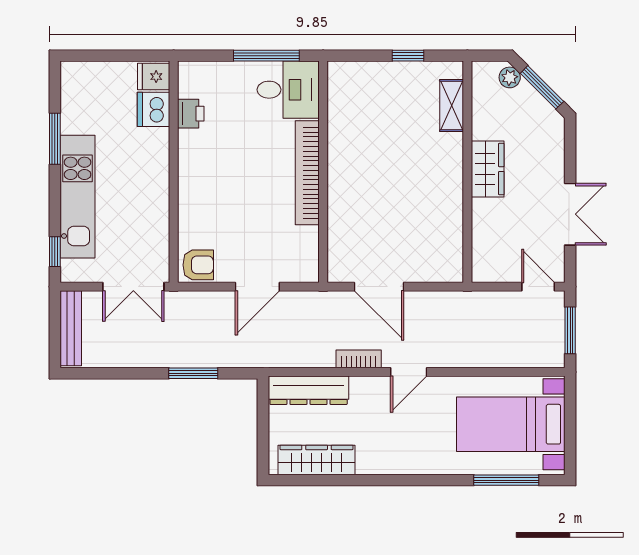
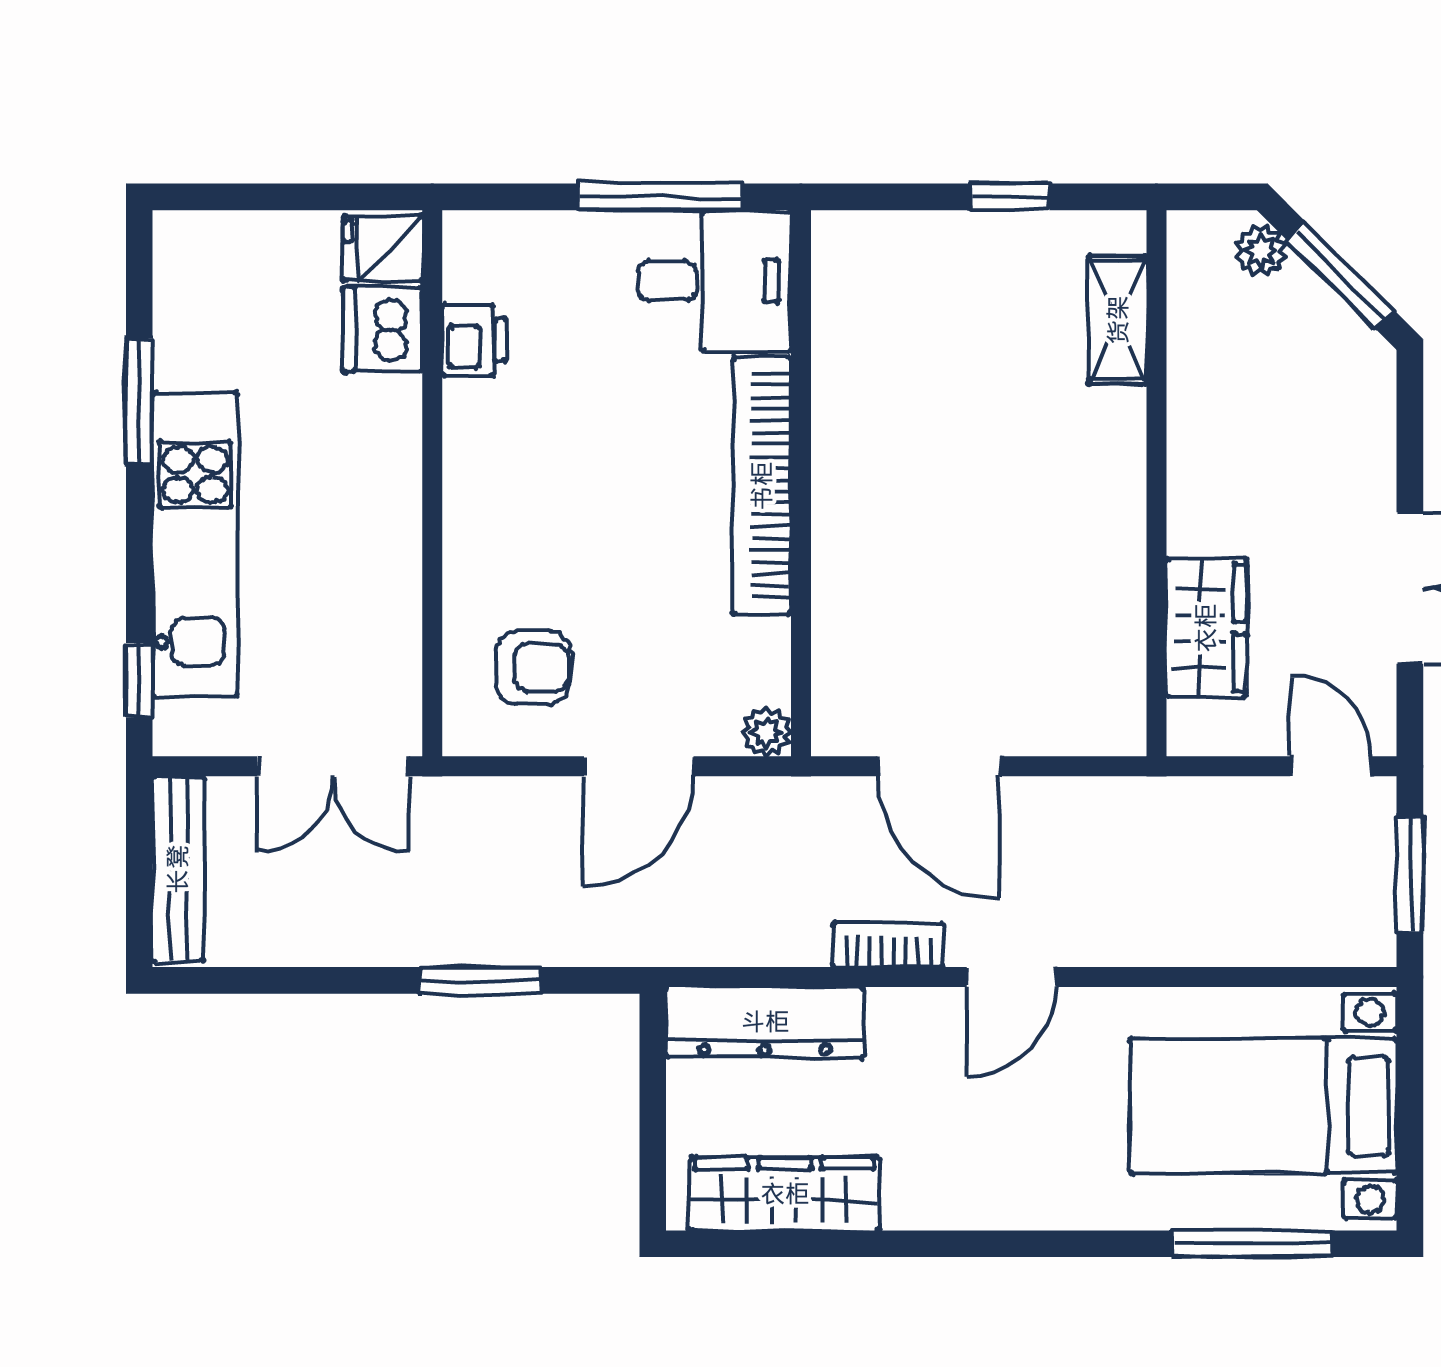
wardrobe: (488, 169) -> (1206, 628), moved
armchair: (198, 265) -> (533, 668), moved
plant: (309, 273) -> (766, 732), added

